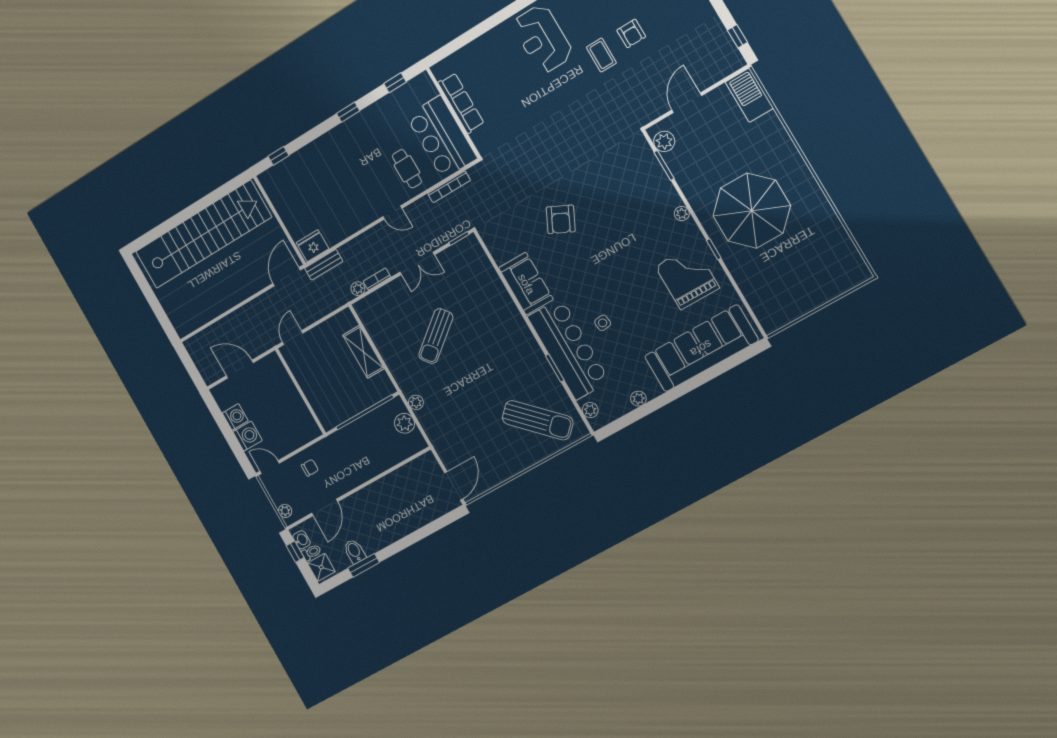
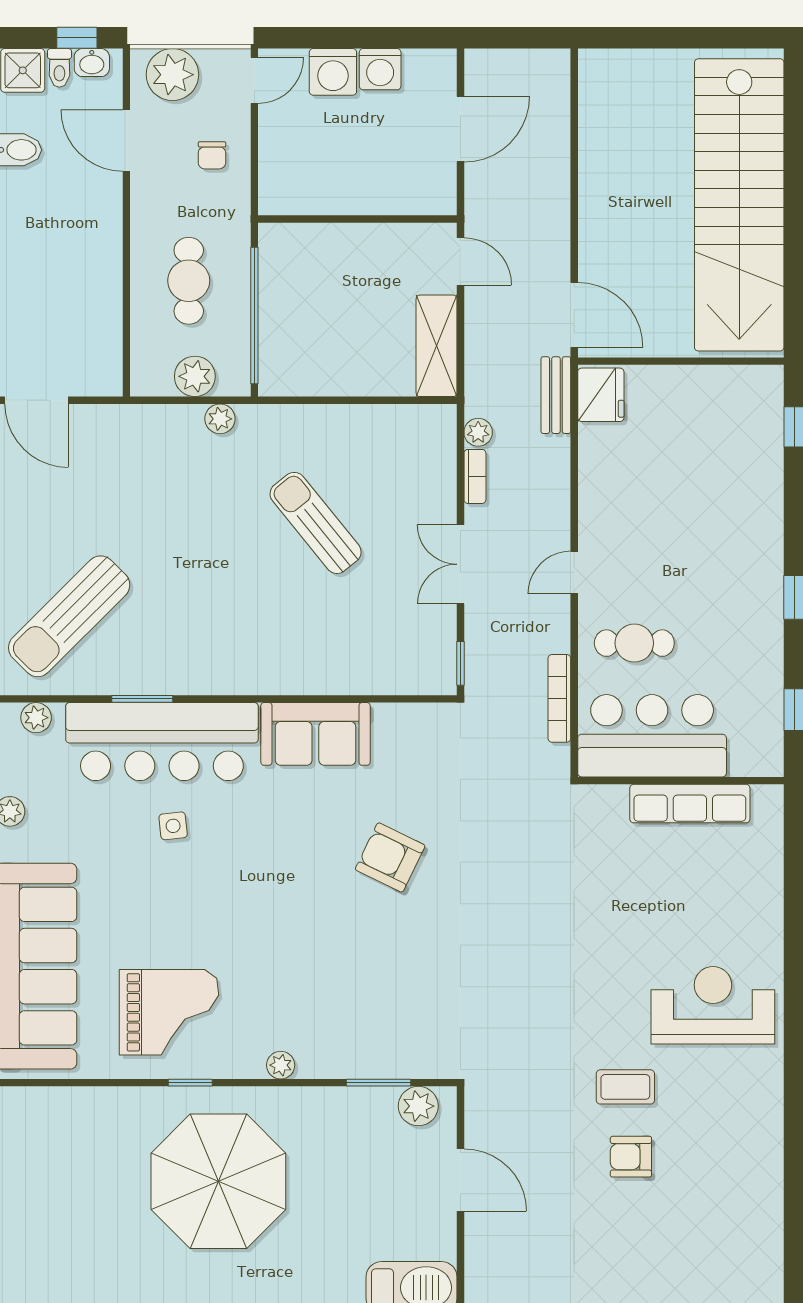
shelving: (363, 352) -> (437, 346), moved, turned 90
cafe table: (367, 448) -> (189, 281), added
plant: (285, 511) -> (172, 75), width x1.87, depth x1.87

